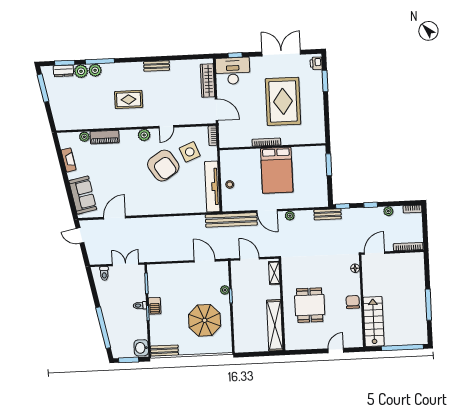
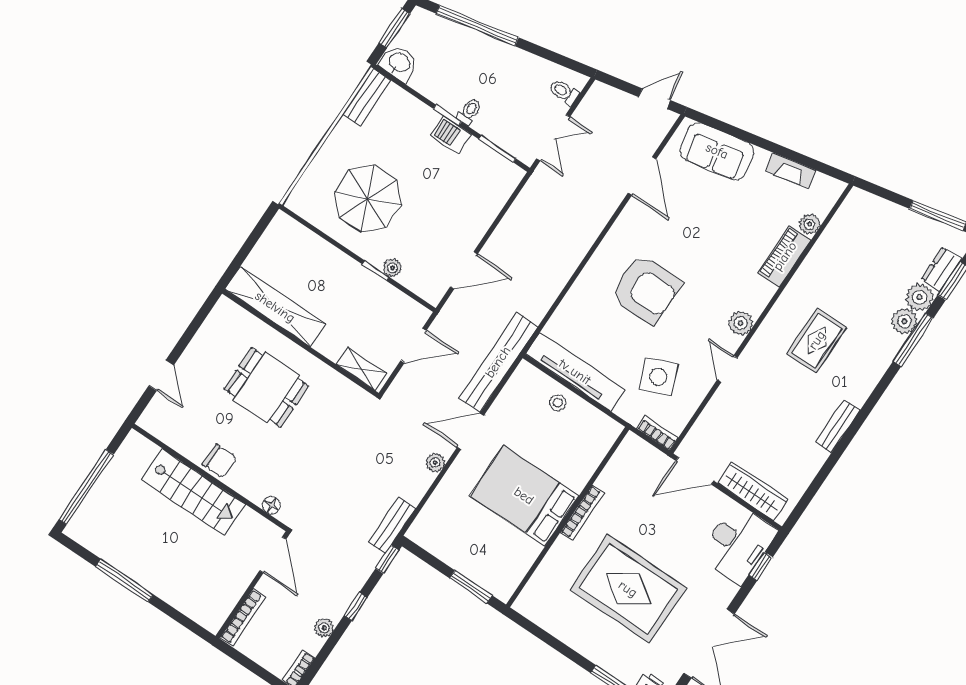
armchair: (163, 166) -> (646, 289), moved, turned -146
stairs: (374, 322) -> (193, 492), moved

